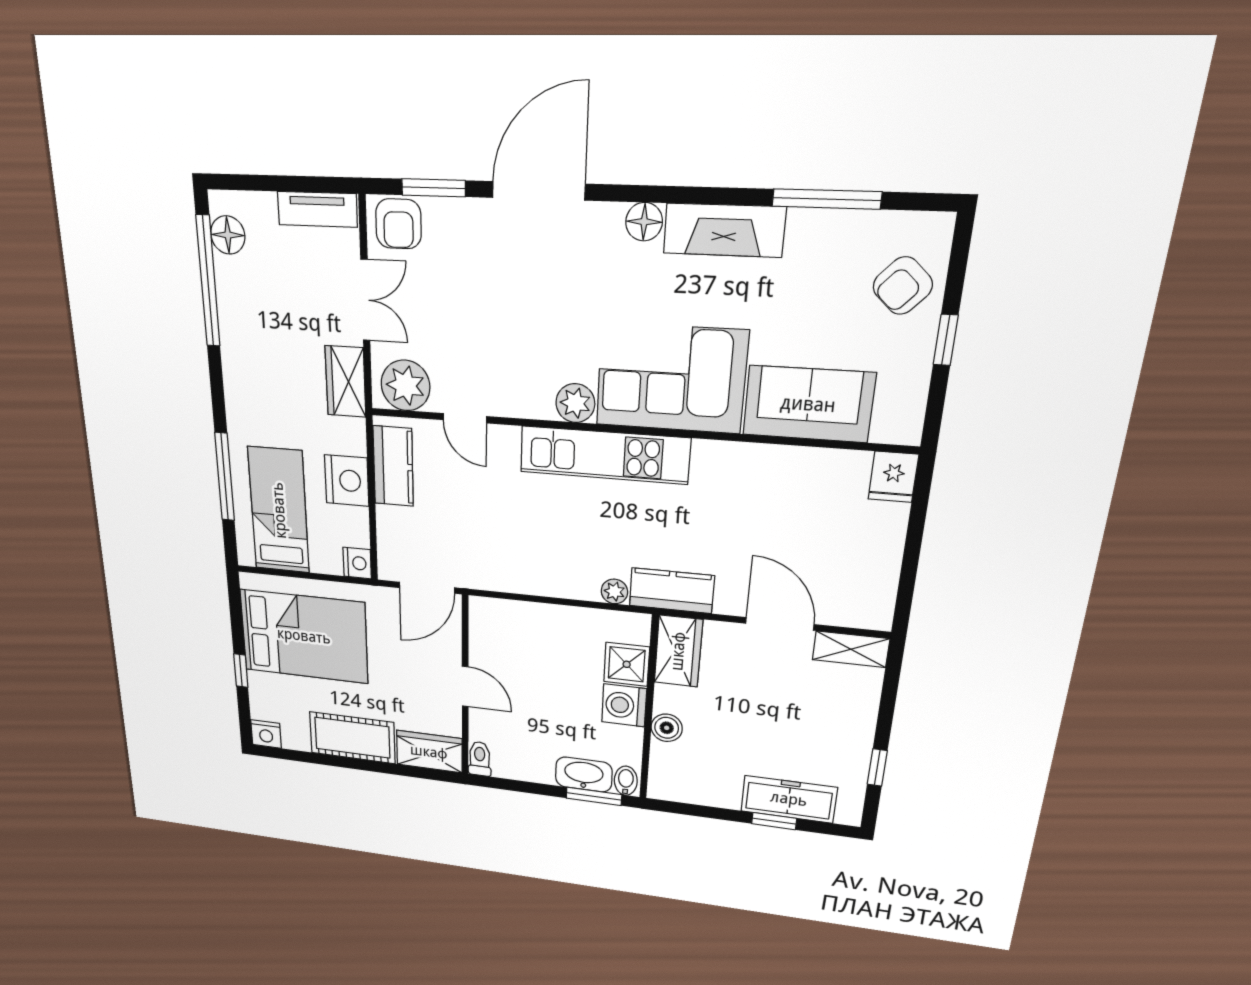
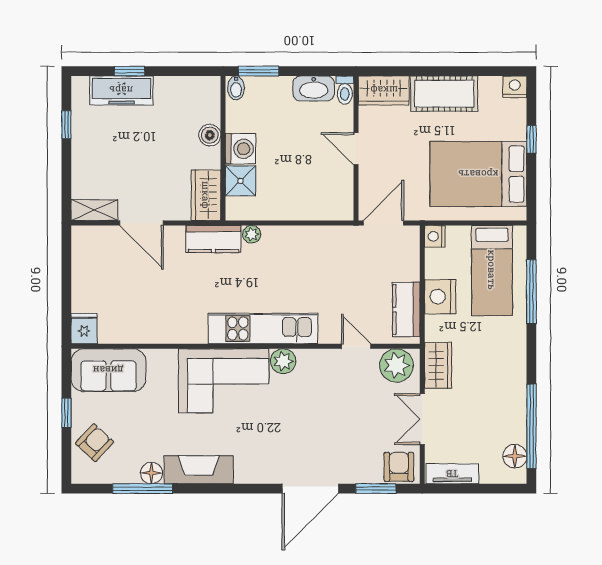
floor lamp: (644, 222) -> (151, 473), moved
sofa: (808, 404) -> (108, 370), moved
washbasin: (584, 775) -> (314, 88), moved

